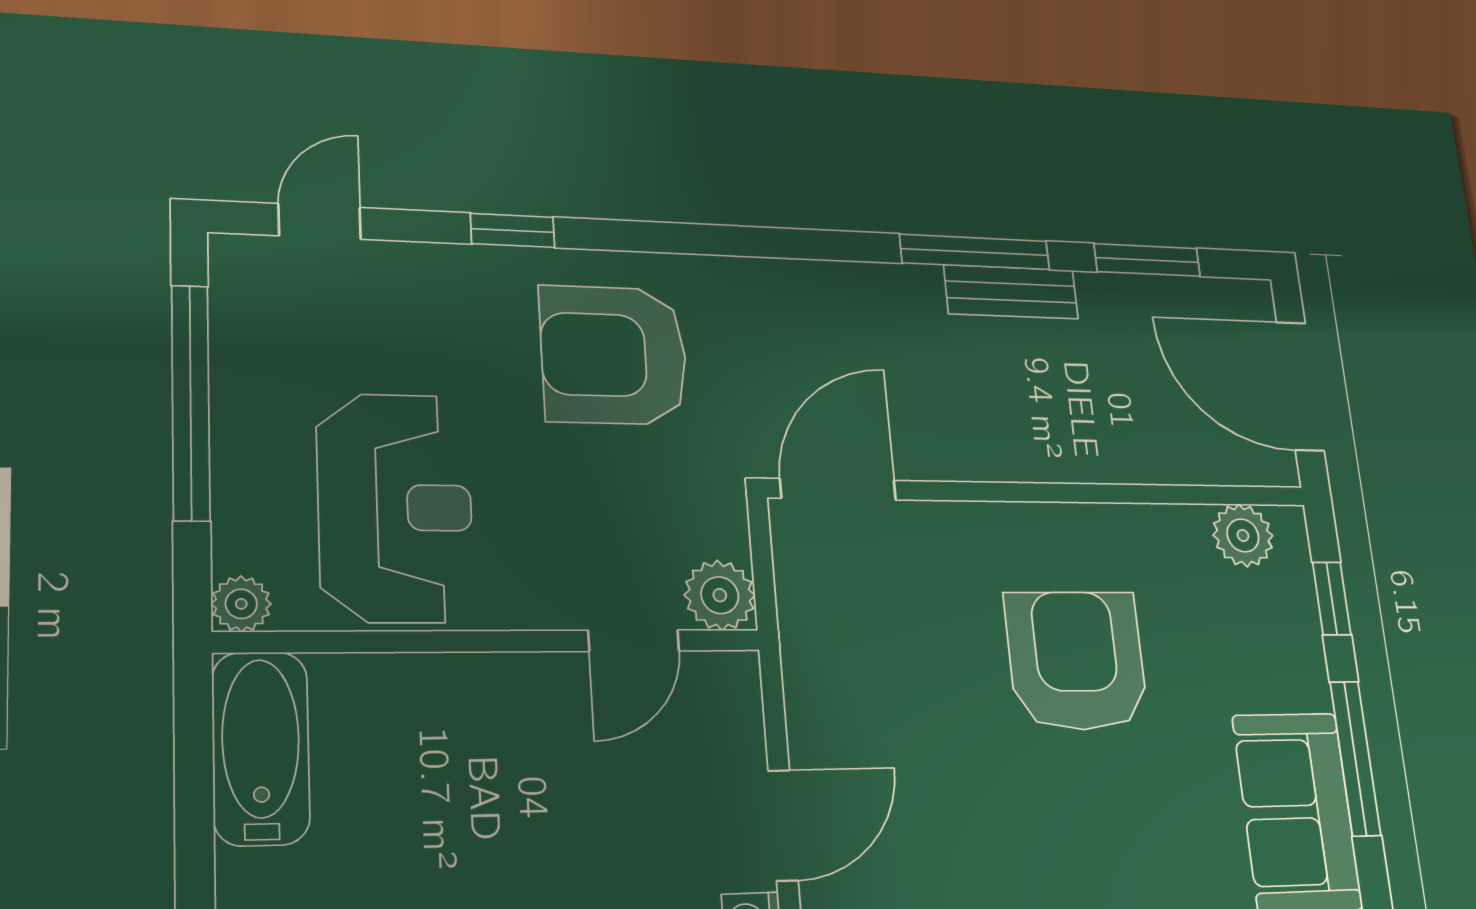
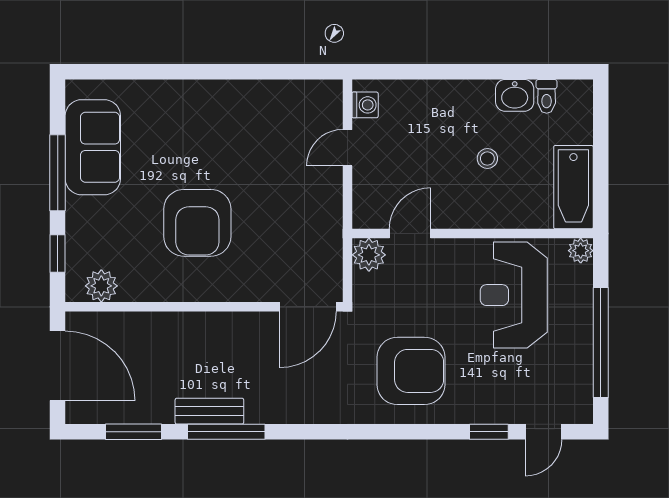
window: (513, 230) -> (489, 432), moved
stool: (468, 809) -> (487, 159), added
door: (783, 825) -> (347, 148), width x0.73

